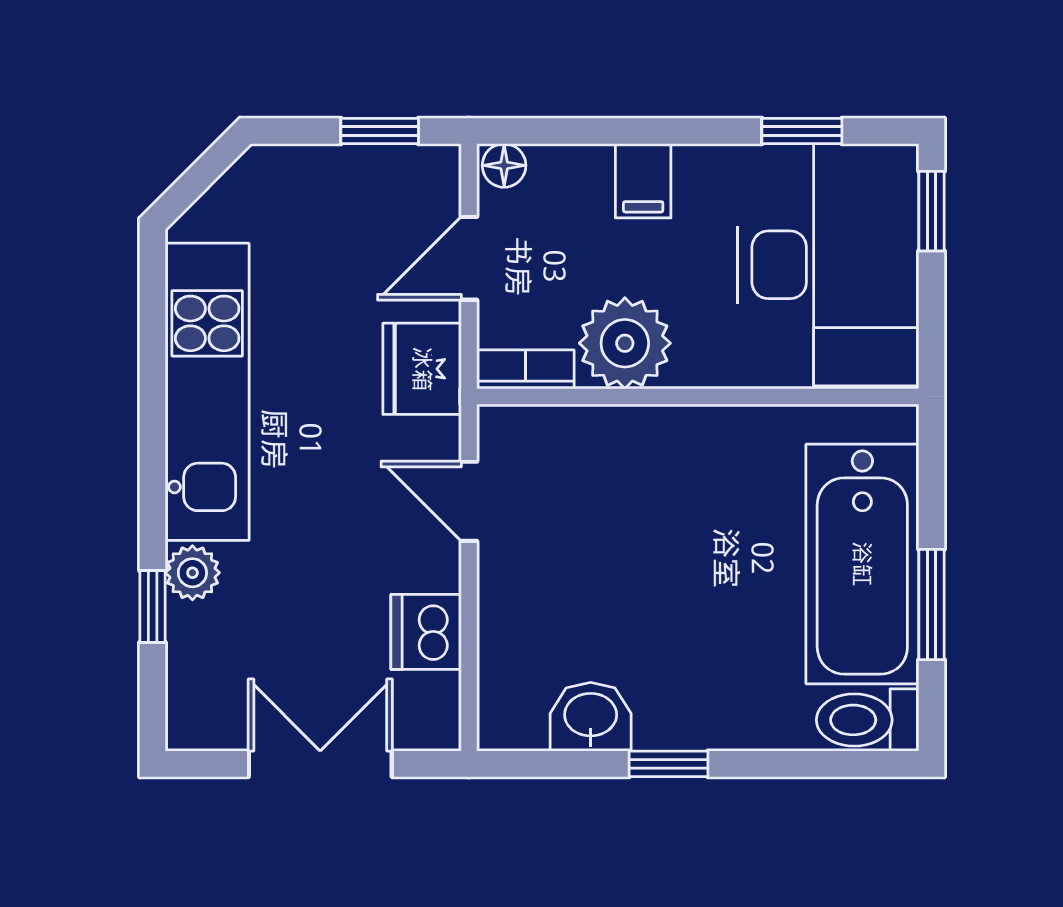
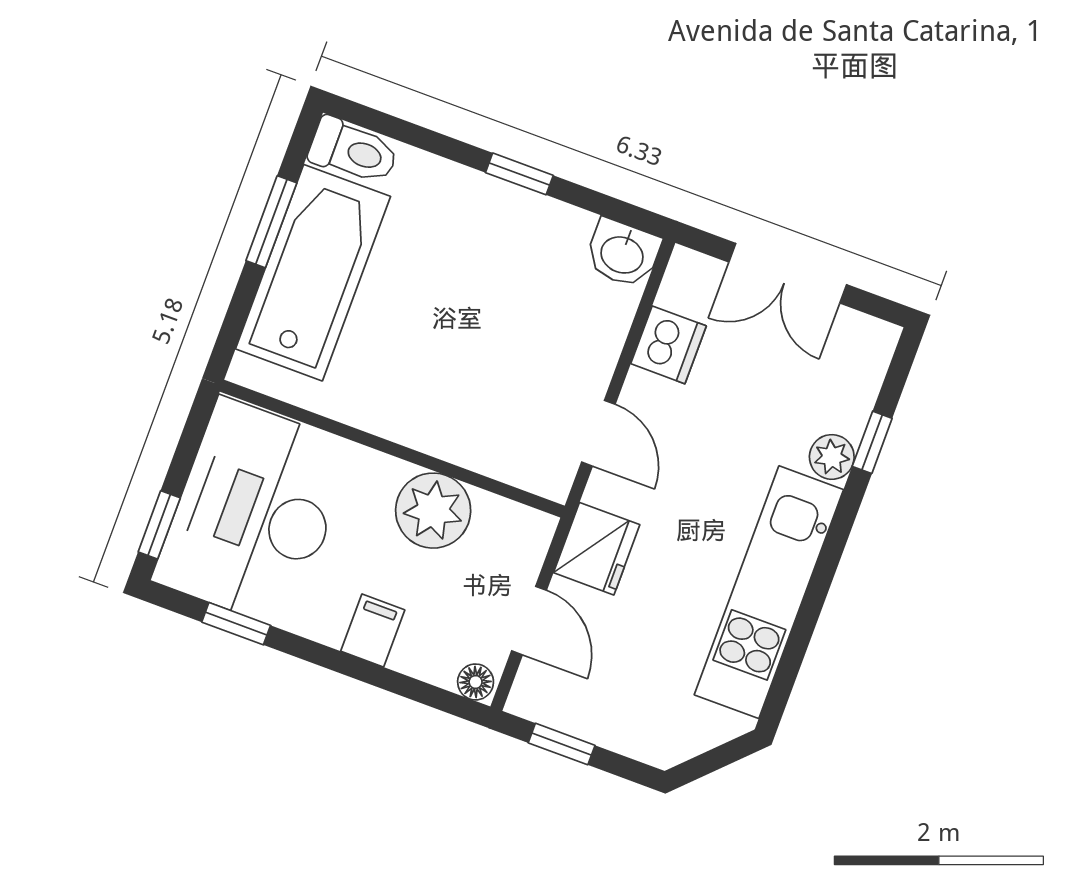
door: (469, 258) -> (529, 621), hinge flipped
bookcase: (525, 369) -> (517, 519), removed
washbasin: (591, 717) -> (623, 253), moved

